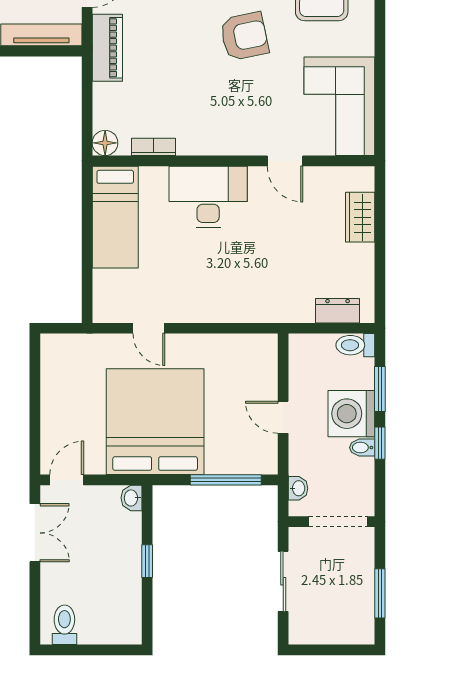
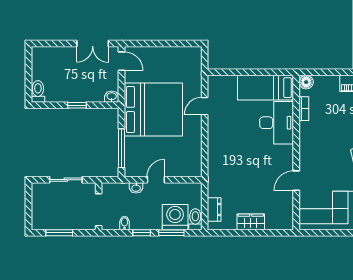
desk: (208, 197) -> (277, 123), moved
wardrobe: (360, 217) -> (251, 222), moved
washing machine: (351, 414) -> (175, 217), moved
bidet: (362, 448) -> (124, 223), moved
washbasin: (298, 488) -> (136, 188), moved
toilet: (64, 625) -> (38, 91), moved, turned -90

